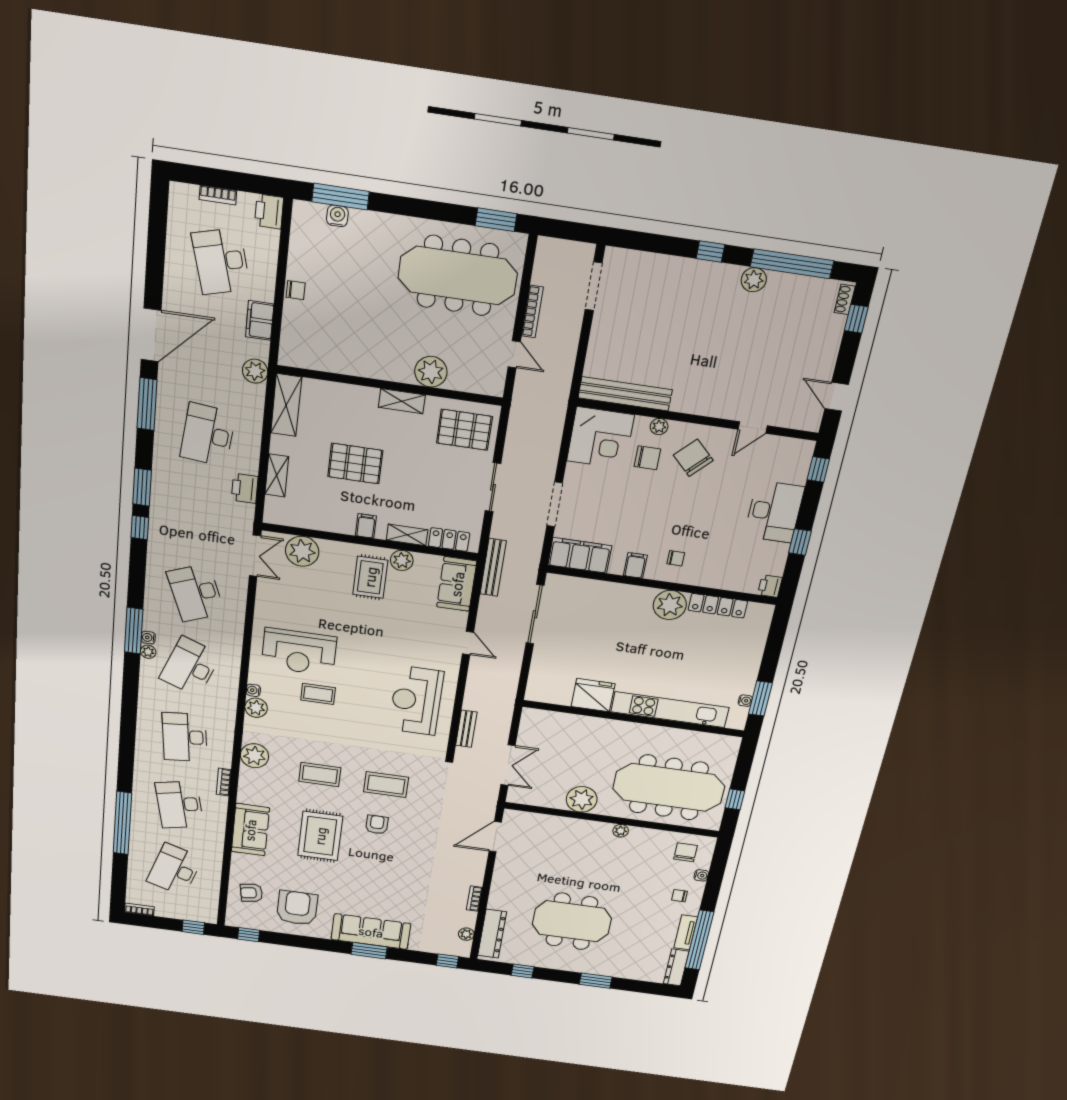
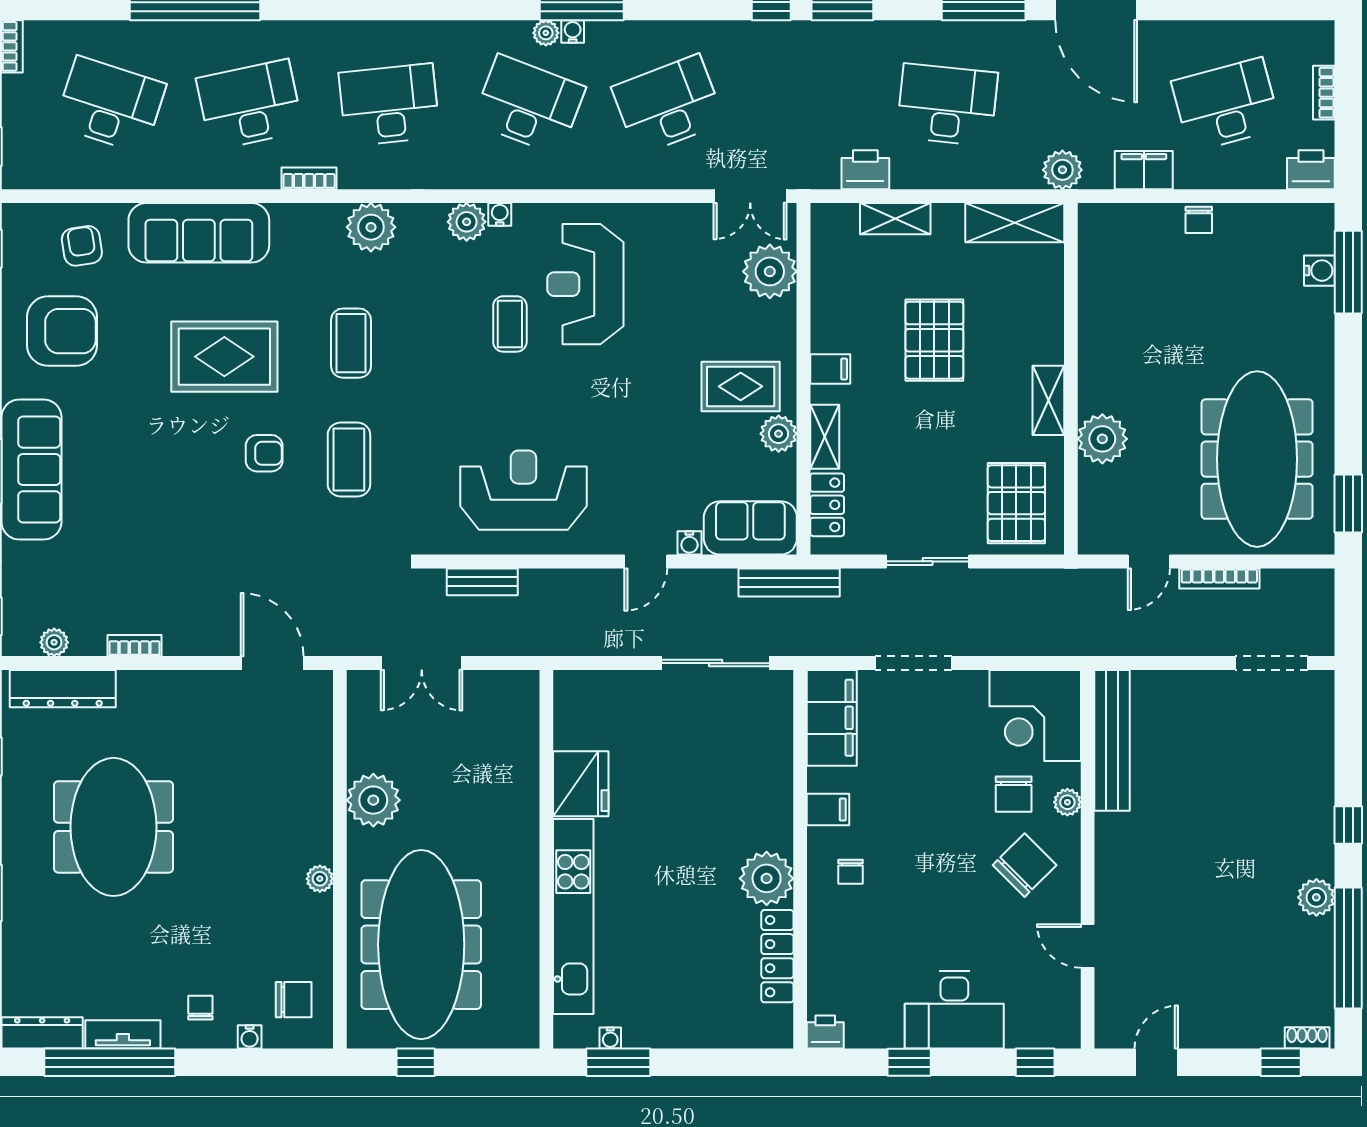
water cooler: (461, 618) -> (689, 543), added
sofa: (250, 830) -> (199, 233), width x1.36

